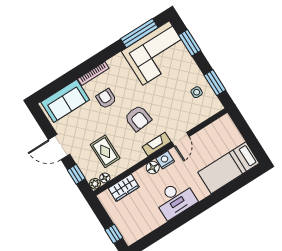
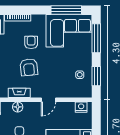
window: (190, 43) -> (96, 38), width x1.44
armchair: (106, 99) -> (31, 42), moved
fireplace: (157, 144) -> (19, 93), moved
nightstand: (165, 160) -> (81, 107), moved

